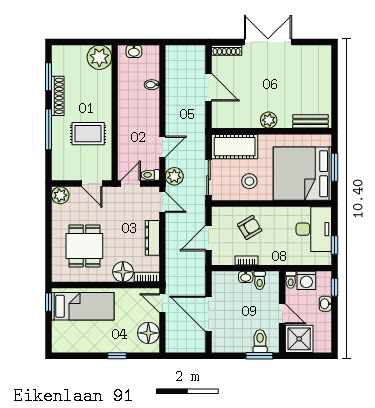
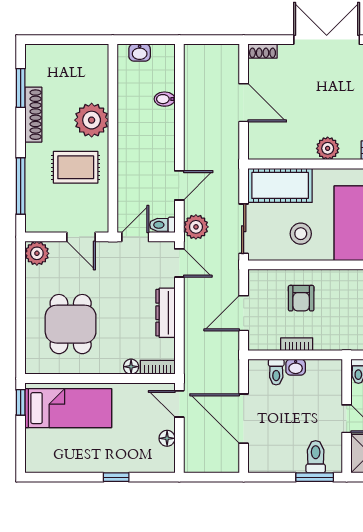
shoe rack: (227, 50) -> (263, 51), width x0.70
plant: (99, 57) -> (92, 120), moved
window: (49, 129) -> (21, 186), moved
armchair: (250, 227) -> (301, 298), turned 121
floor lamp: (123, 272) -> (131, 367), width x0.53, depth x0.53
toilet: (260, 280) -> (276, 372), moved
floor lamp: (148, 333) -> (167, 438), width x0.53, depth x0.53

